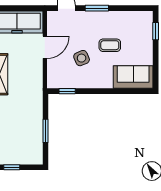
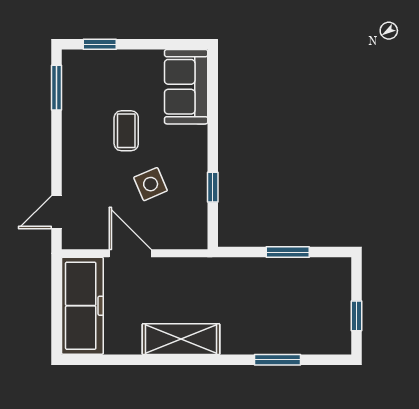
window: (97, 8) -> (56, 88), moved
window: (67, 91) -> (213, 187), moved

